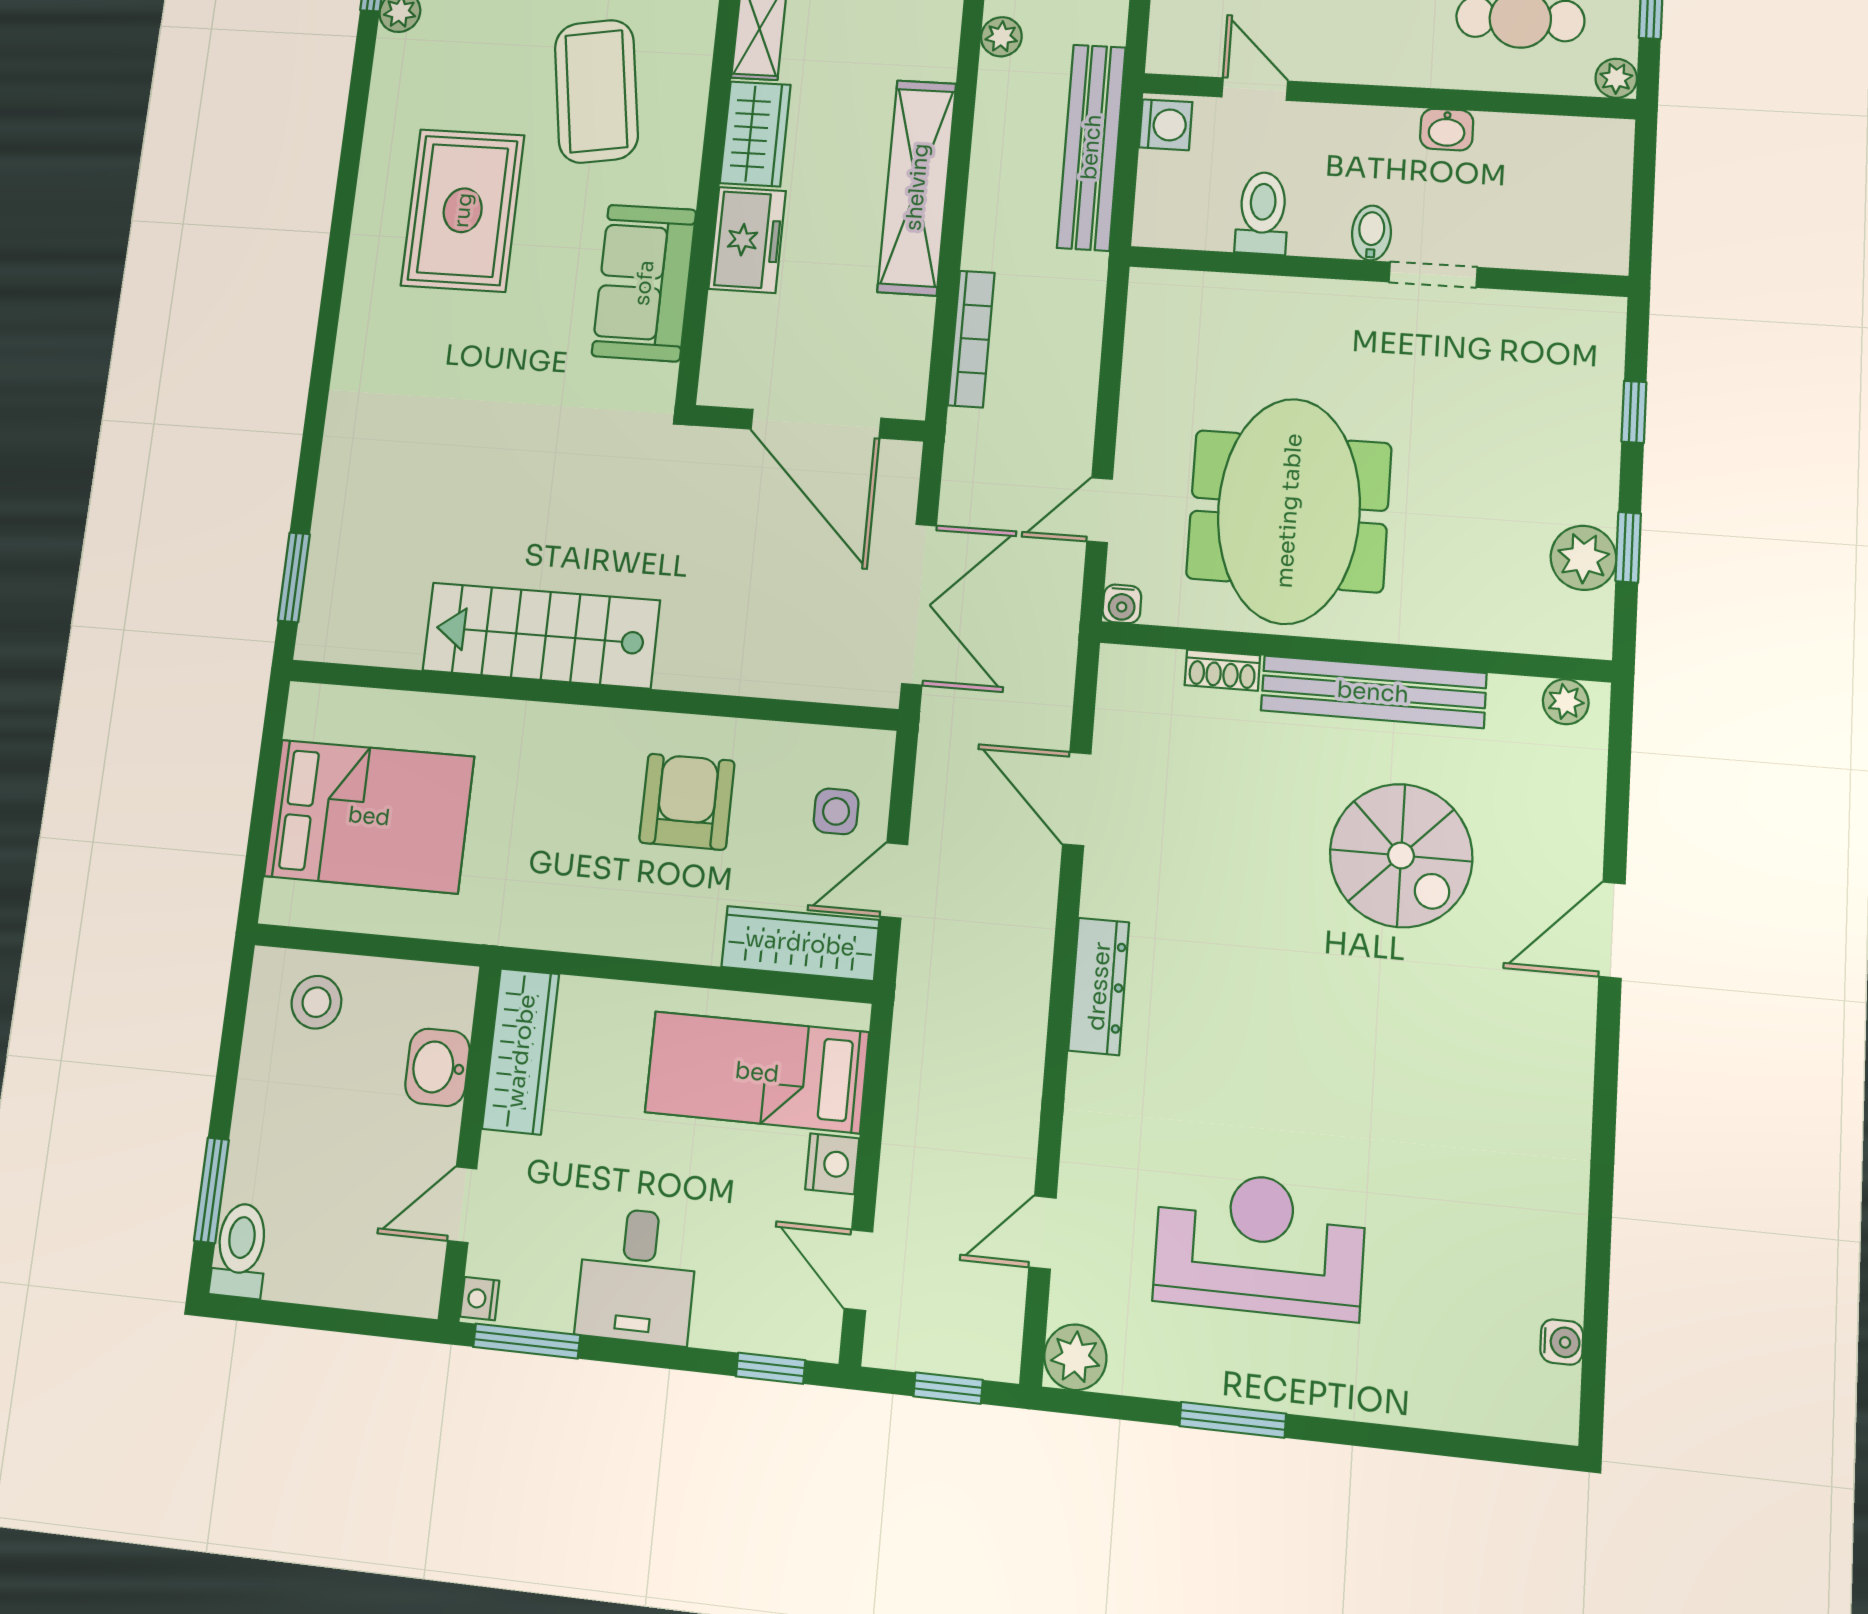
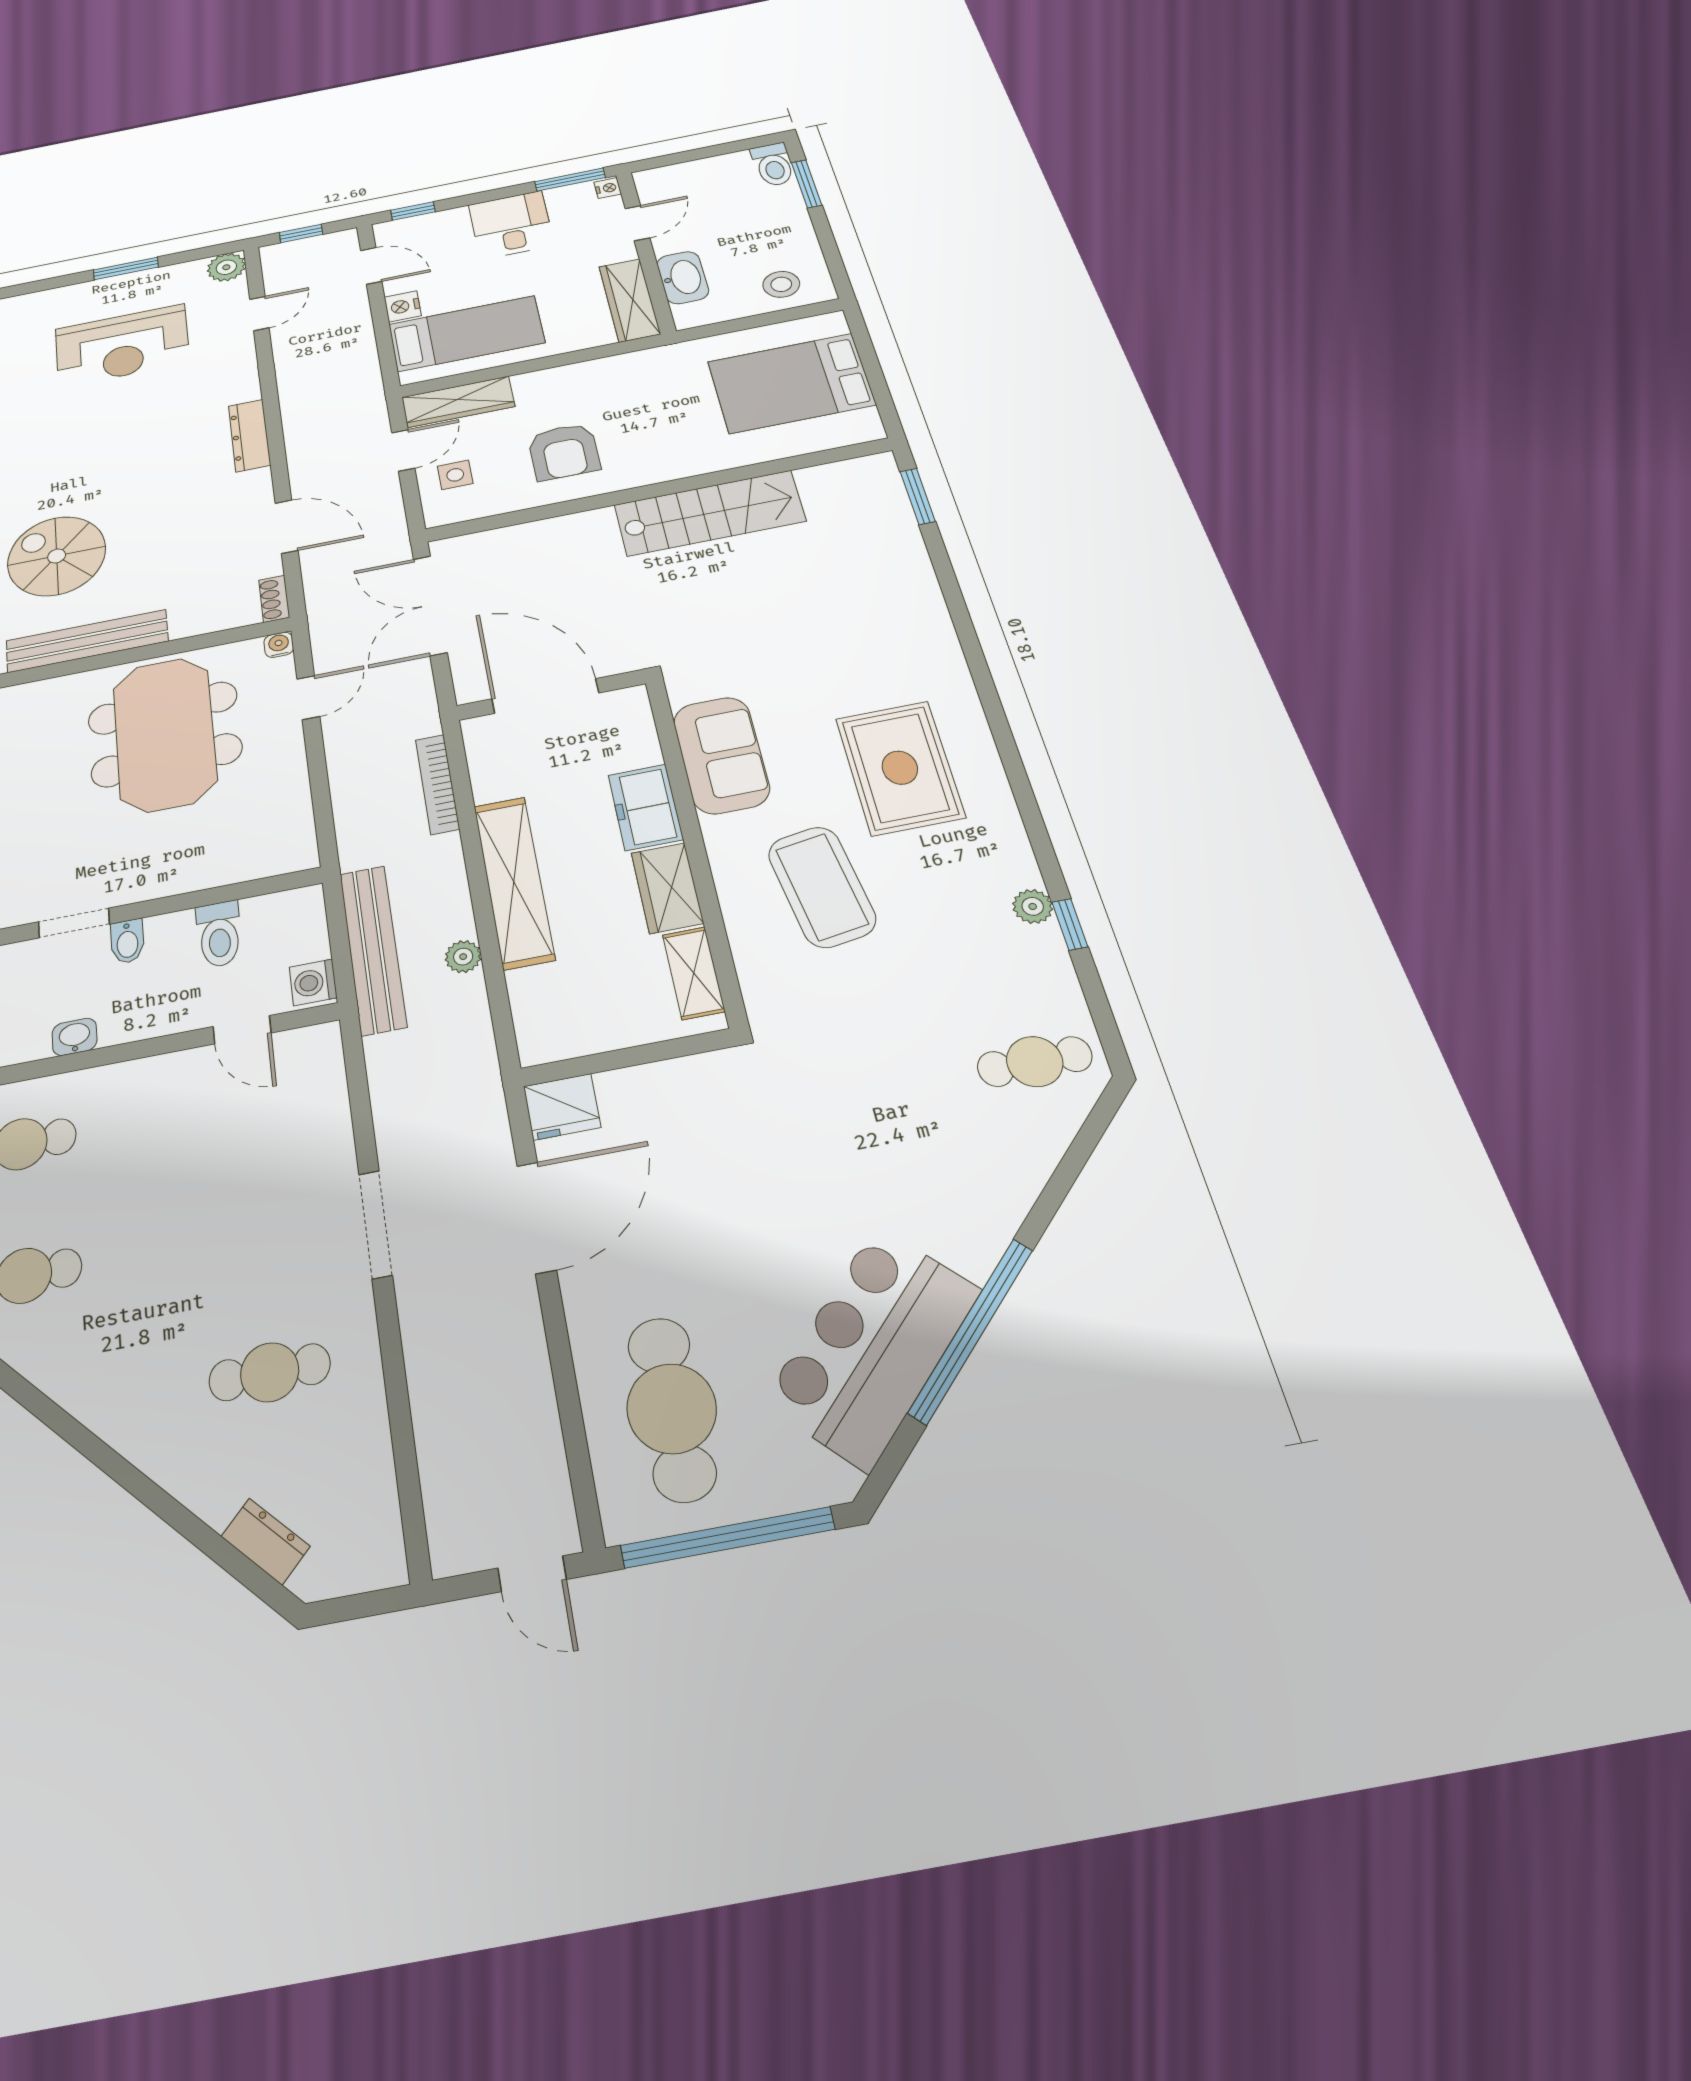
plant: (1001, 37) -> (463, 957), moved
shoe rack: (1222, 670) -> (274, 599), moved, turned -90
washbasin: (437, 1067) -> (683, 278), width x1.38

